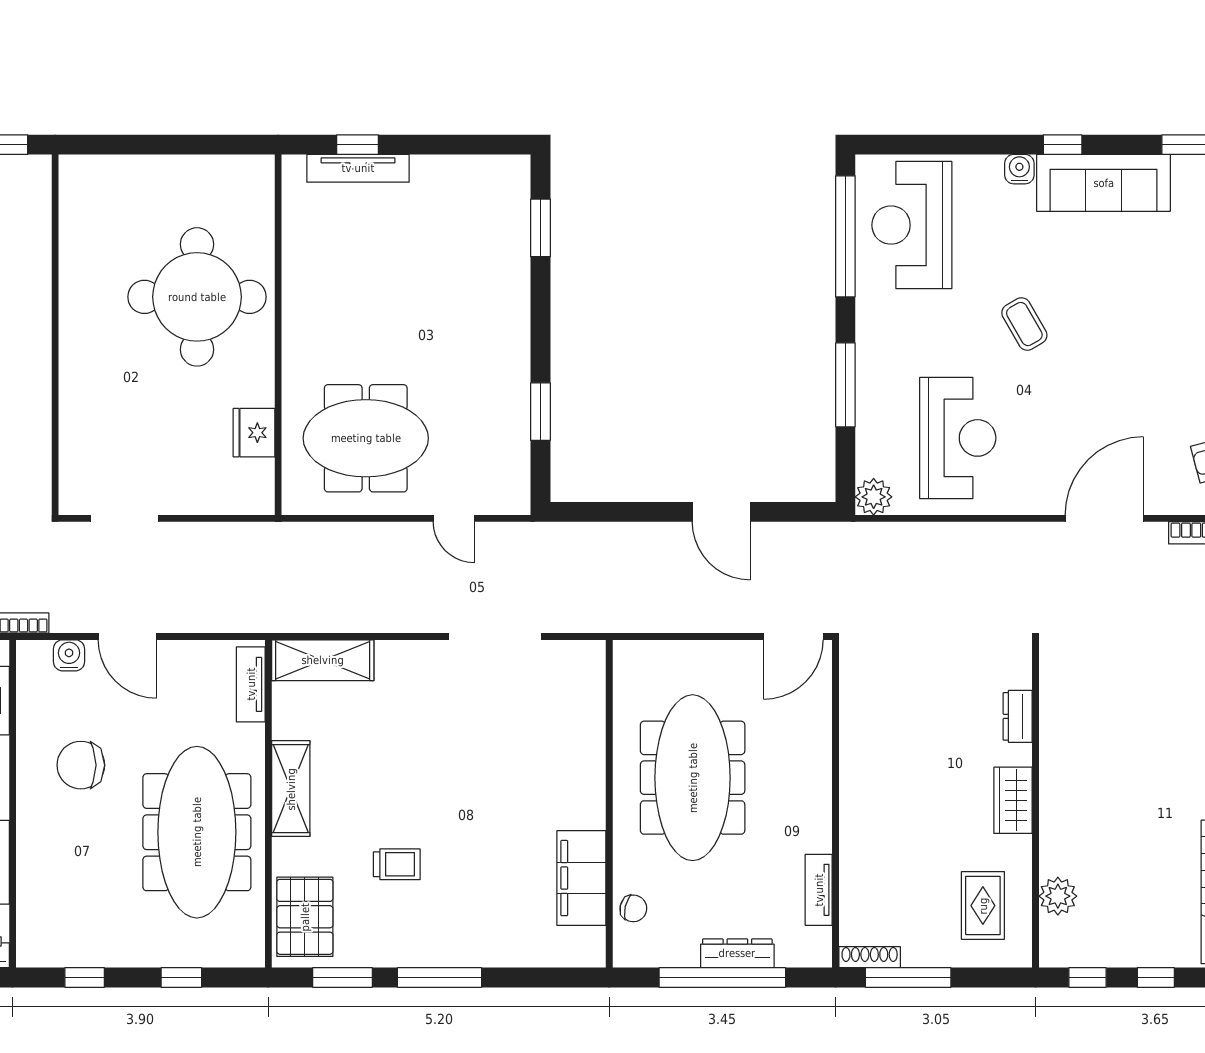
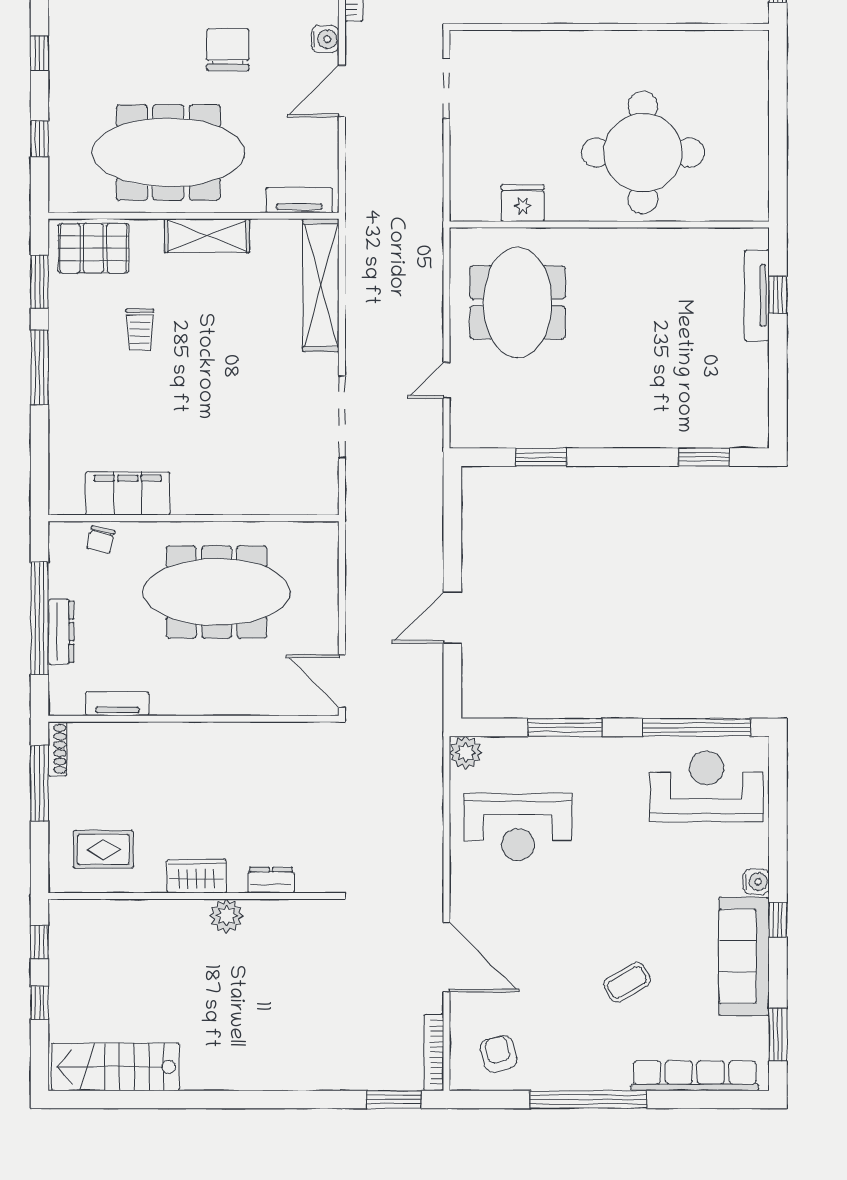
coffee table: (1024, 324) -> (627, 982), moved
shelving: (323, 660) -> (321, 285), width x1.47
plant: (1058, 896) -> (226, 916), moved

